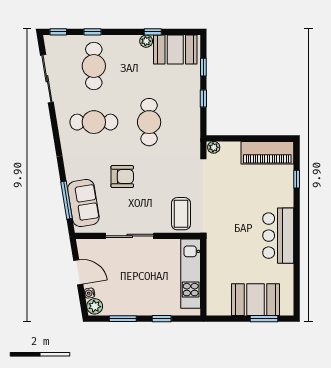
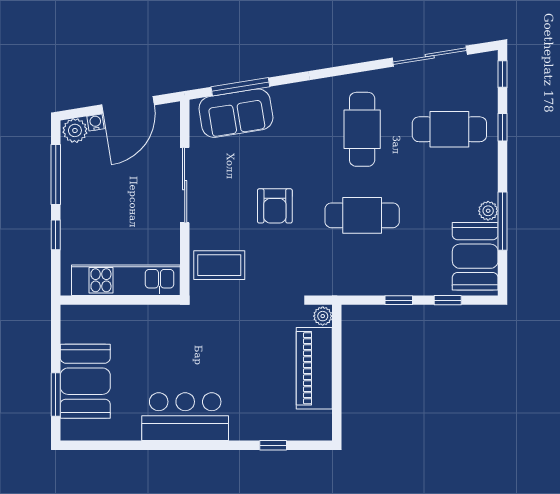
window: (153, 32) -> (502, 221), width x2.17
piano: (267, 153) -> (314, 368), moved
armchair: (122, 177) -> (275, 206), moved
door: (78, 272) -> (128, 105), width x1.36
window: (123, 319) -> (56, 174), width x1.44

